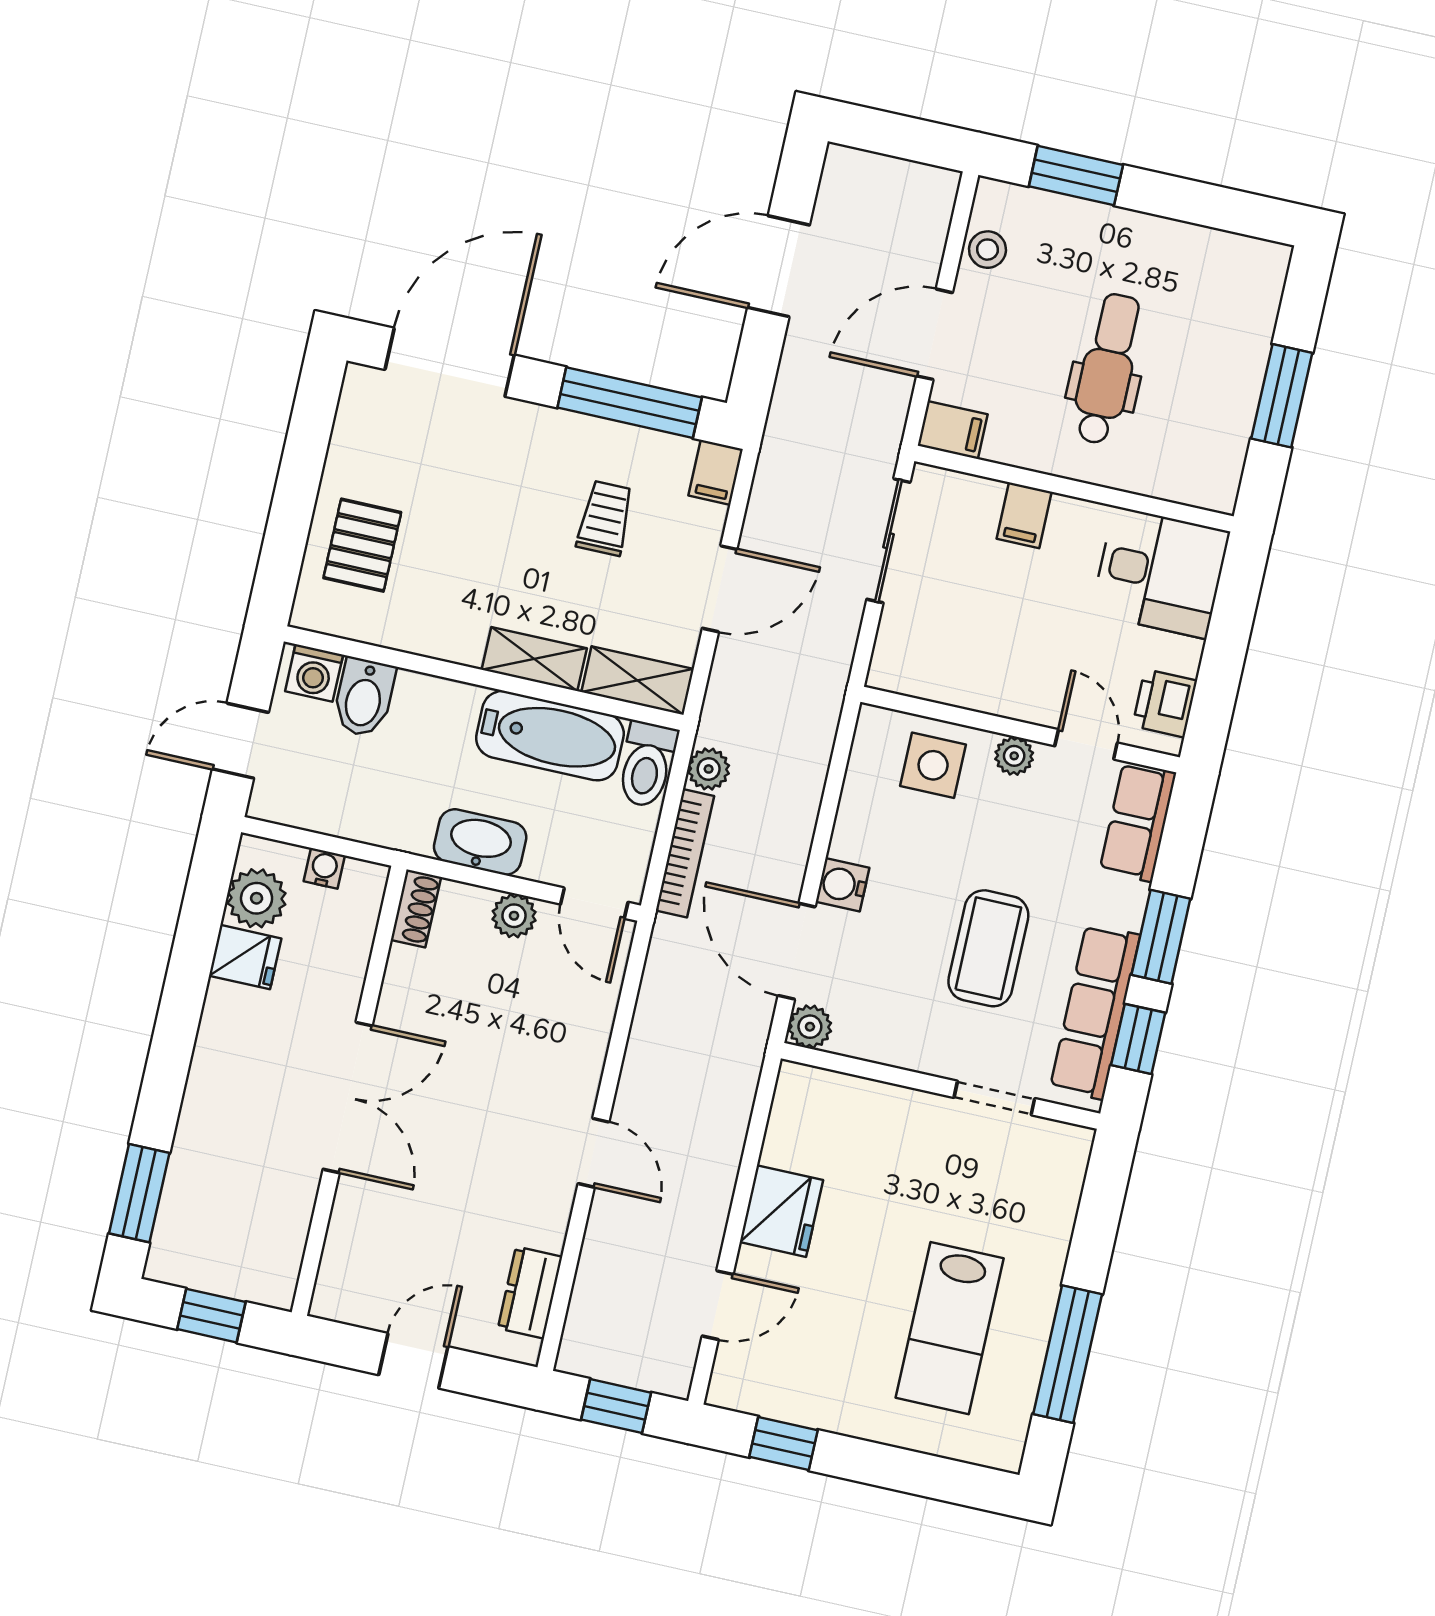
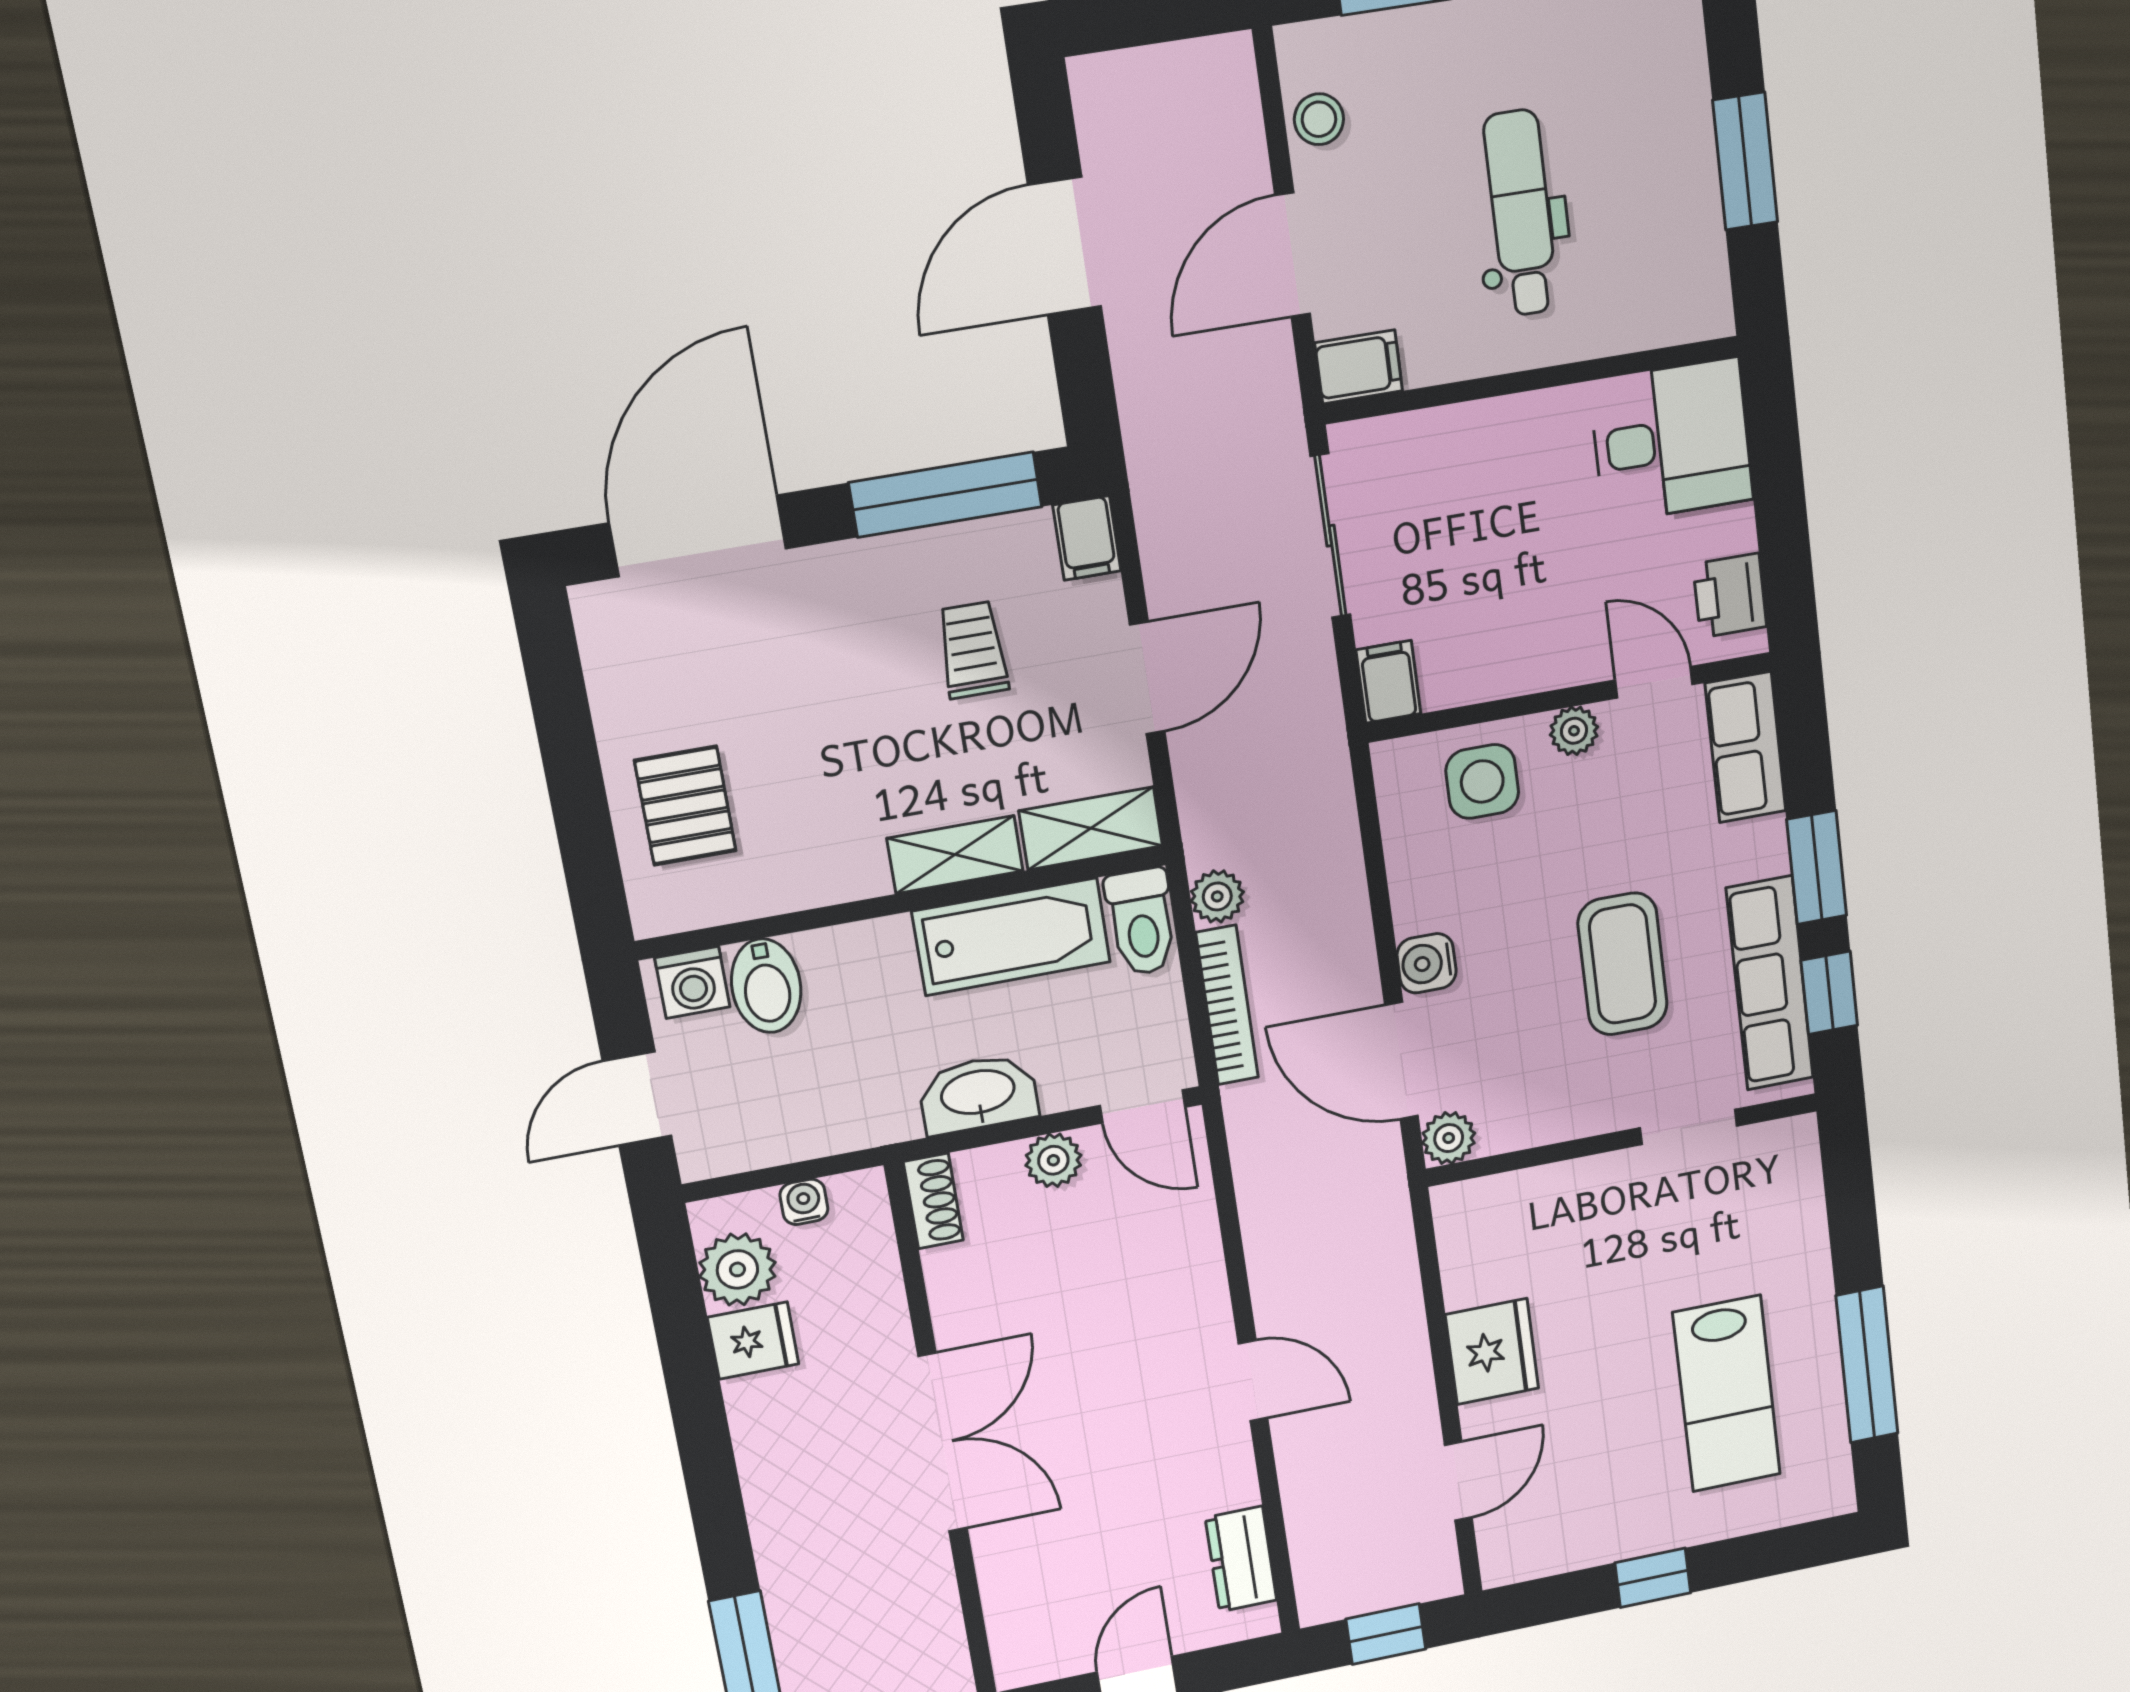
filing cabinet: (1024, 515) -> (1388, 682), moved, turned 180
window: (784, 1443) -> (1653, 1578), moved

